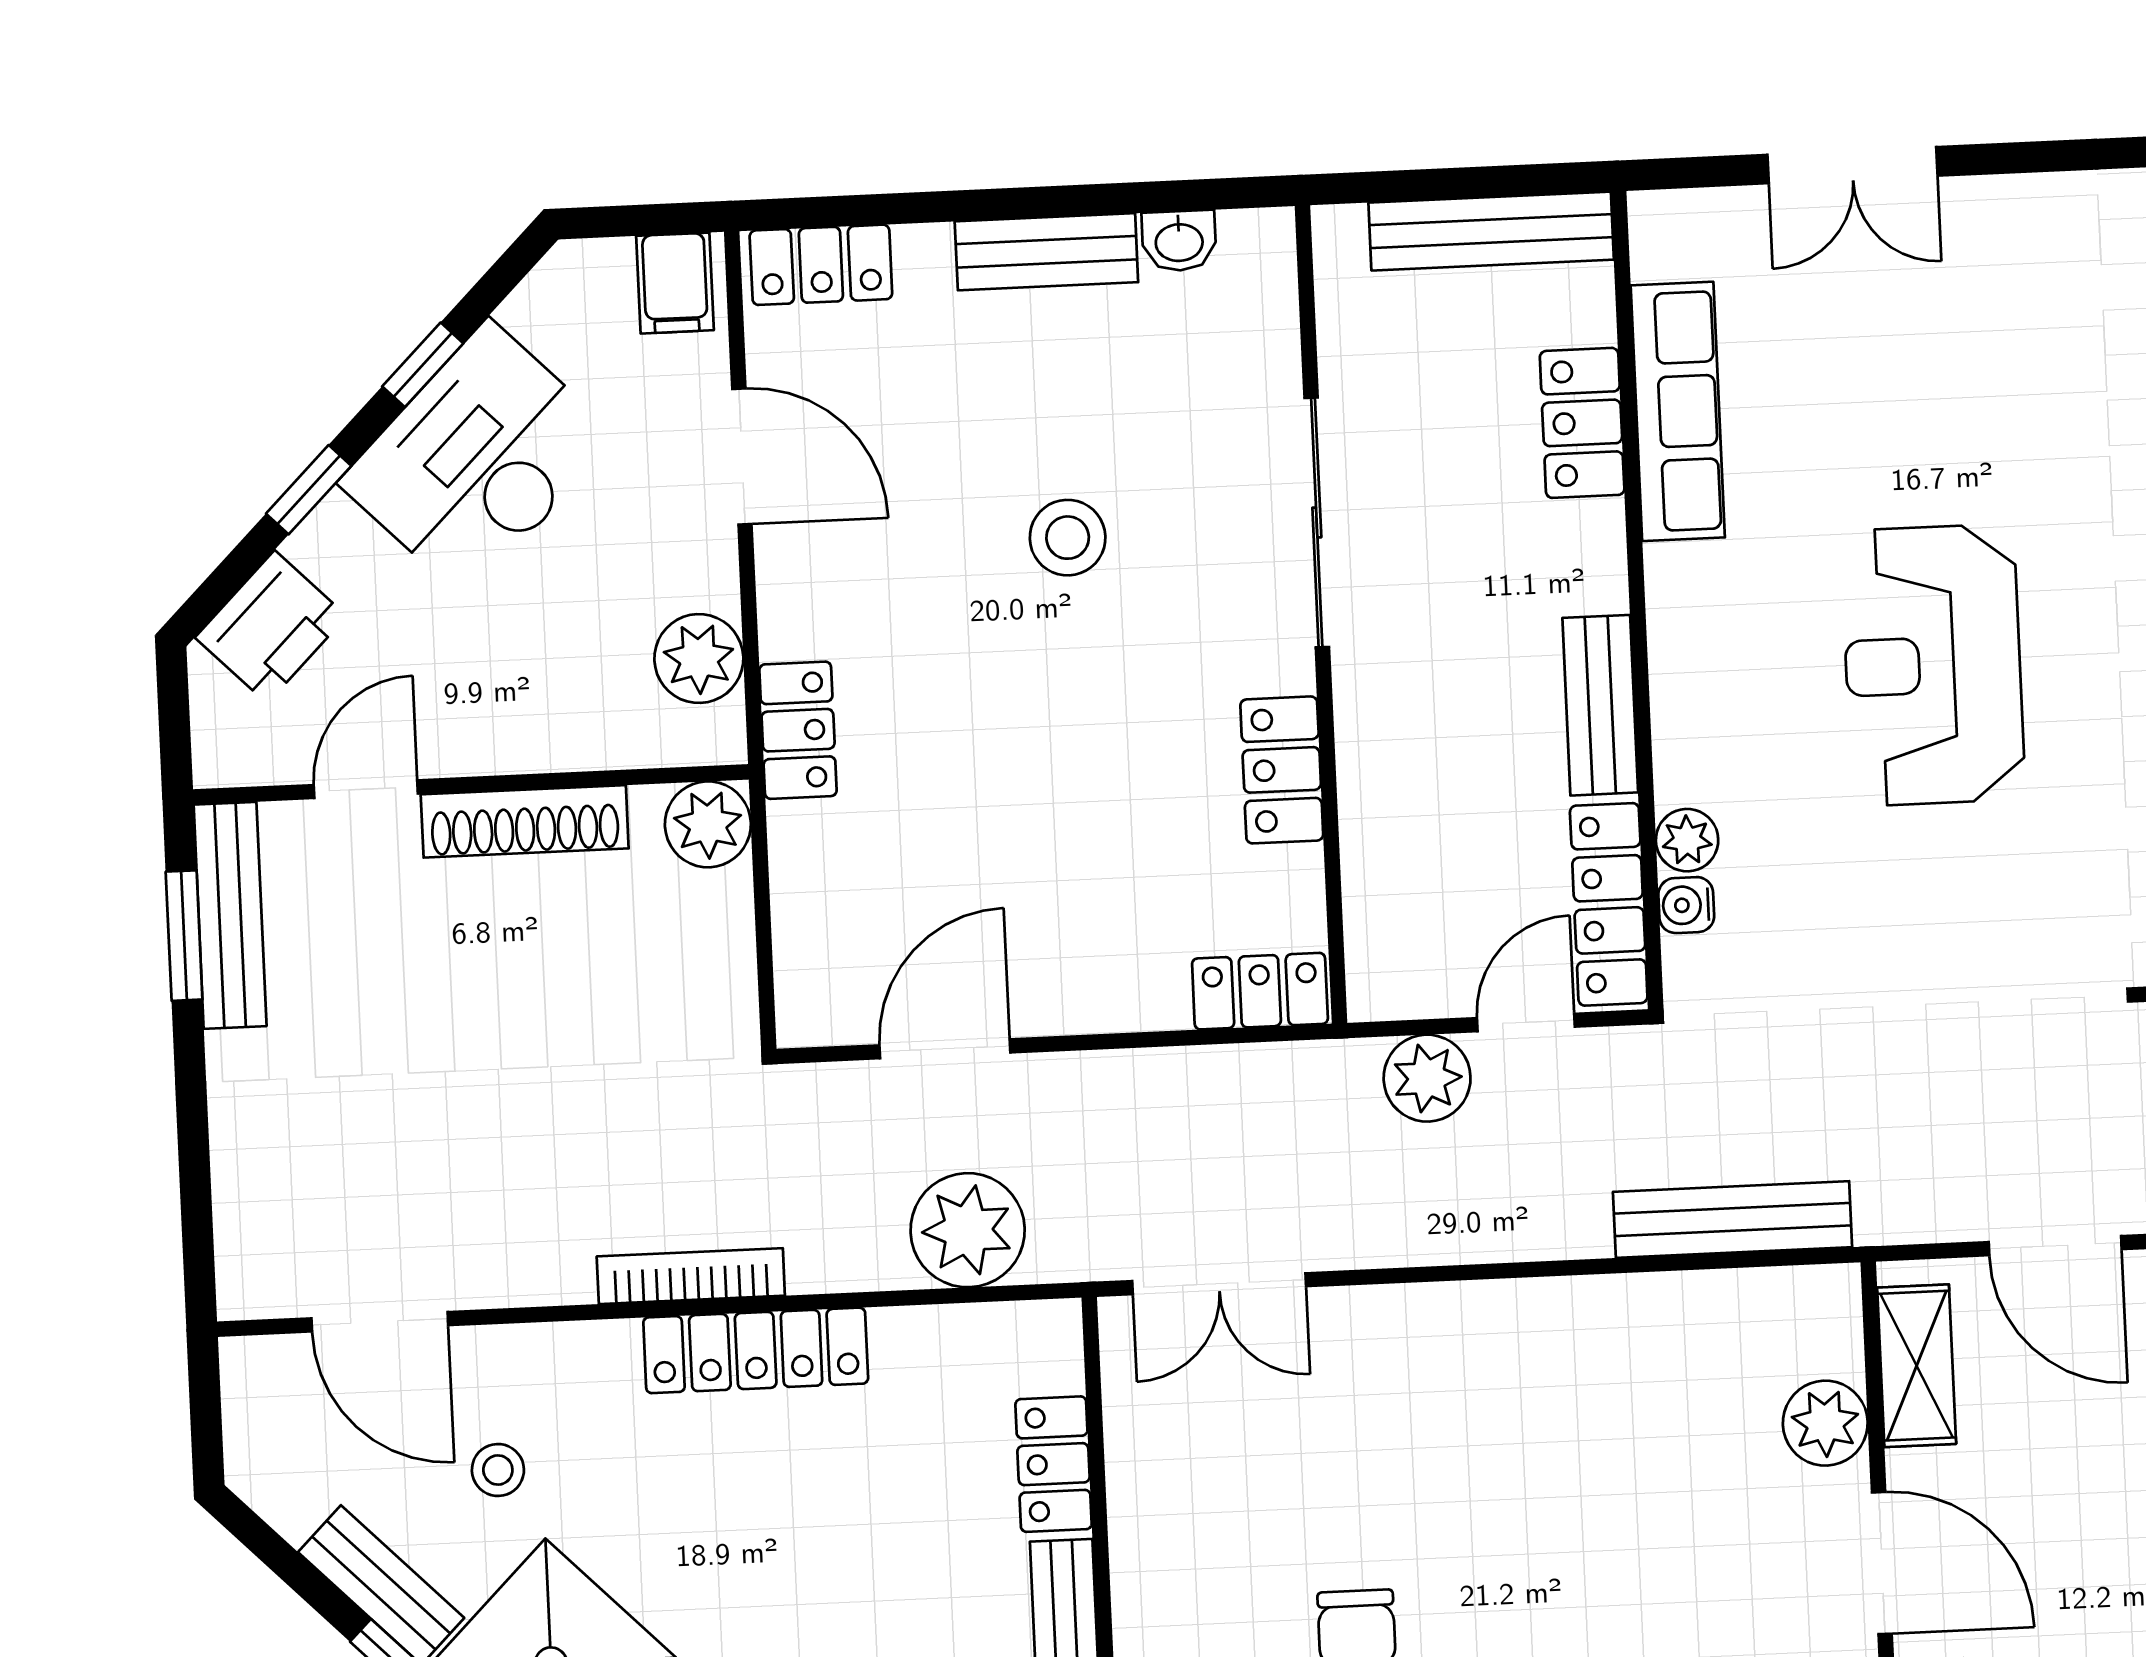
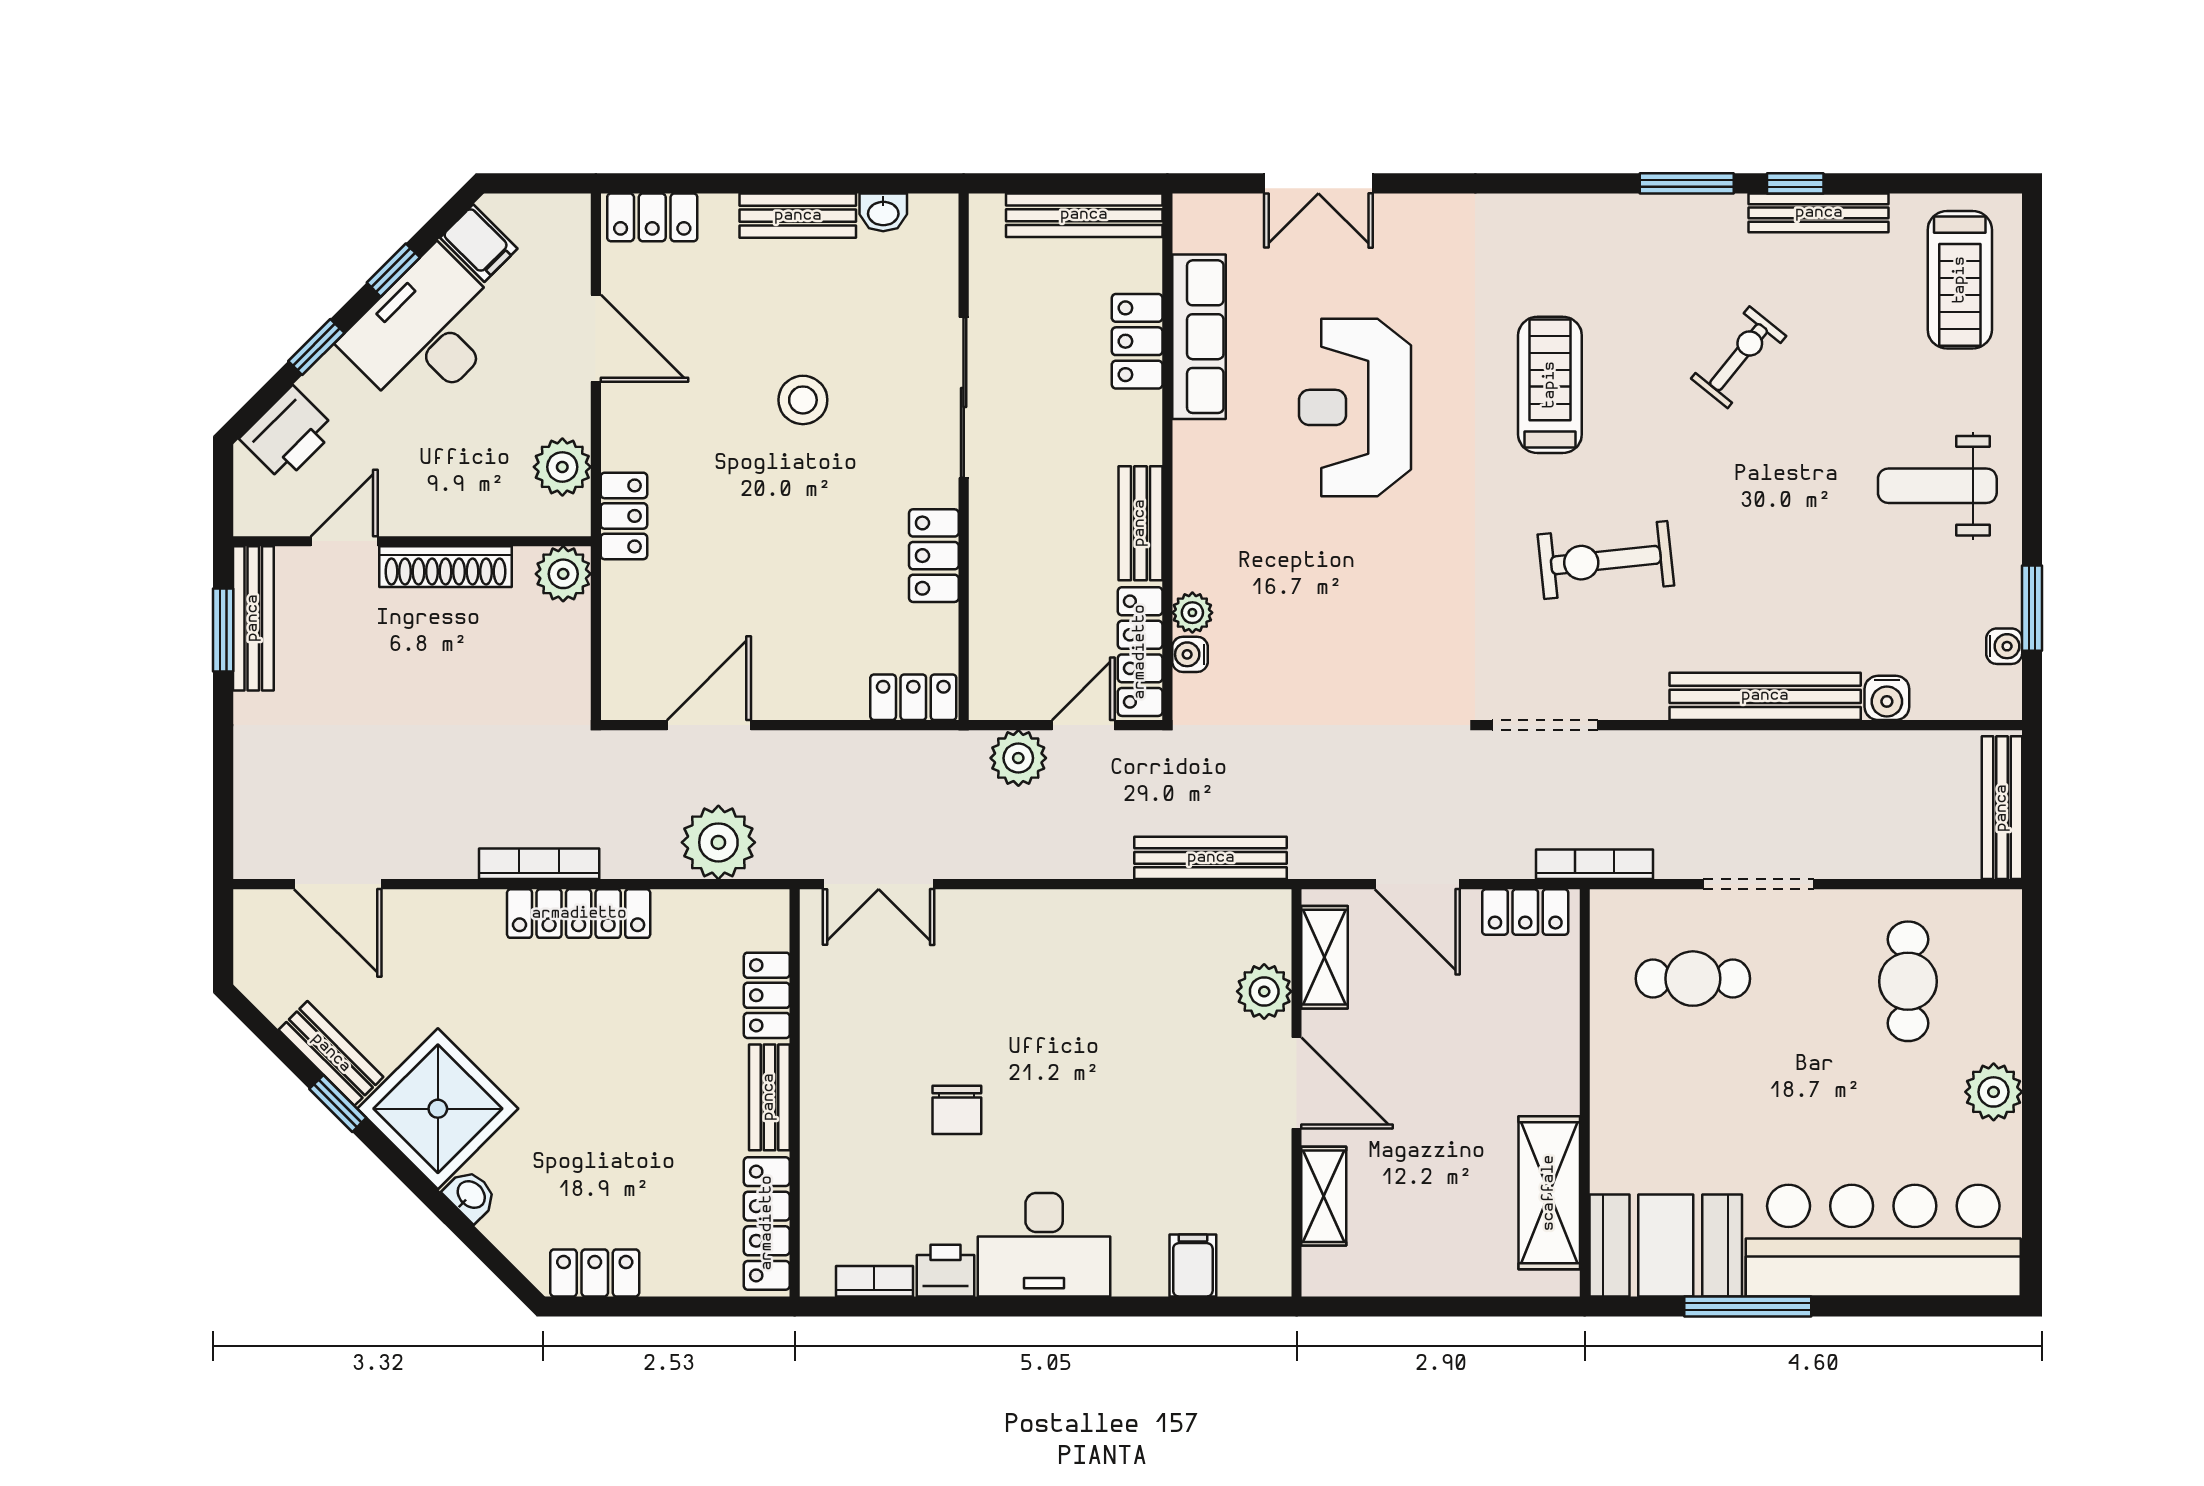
filing cabinet: (675, 283) -> (479, 243), moved, turned -45
reception desk: (1933, 665) -> (1355, 407), moved
stool: (498, 1470) -> (409, 983), removed

